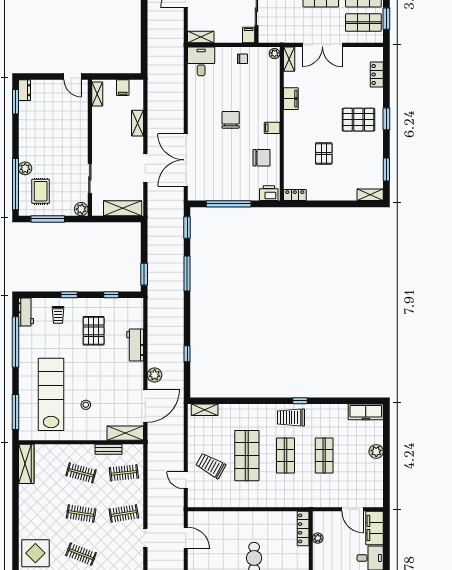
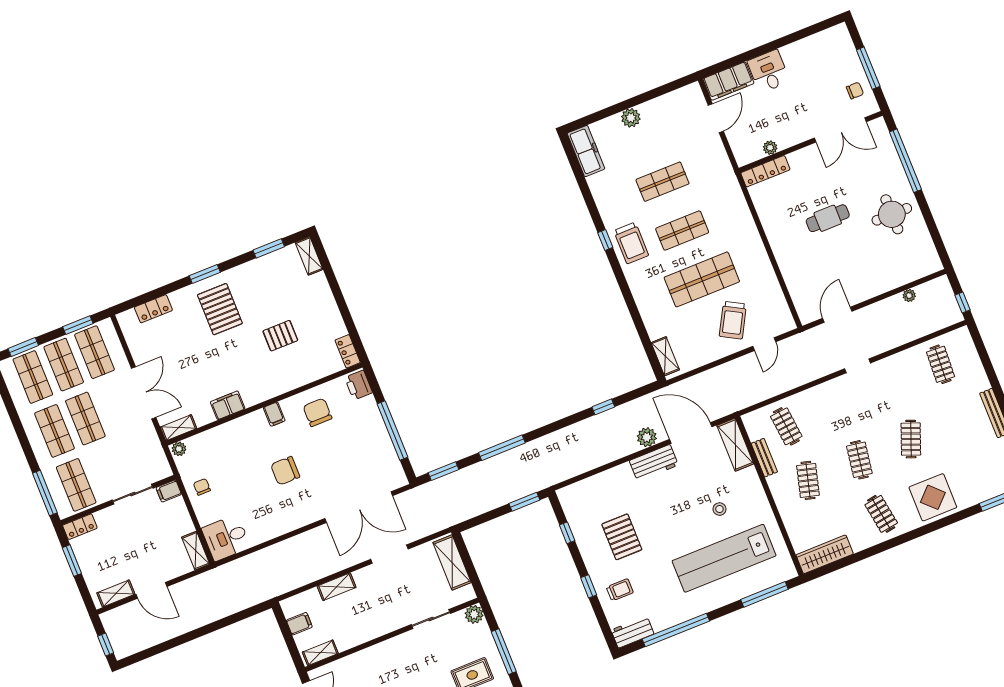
pallet: (94, 331) -> (622, 537), turned 90
workbench: (135, 345) -> (654, 463), moved
clothes rail: (124, 513) -> (881, 514), moved

